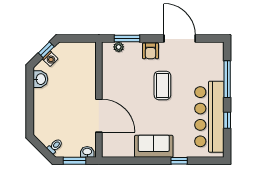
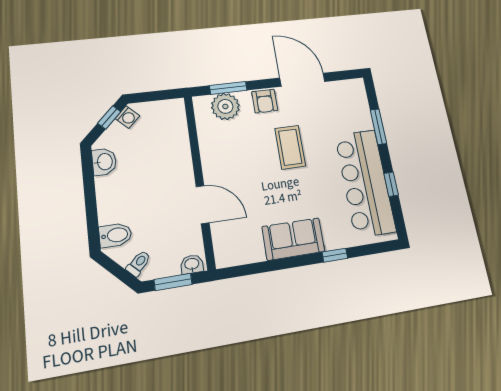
plant: (119, 47) -> (225, 106), width x1.87, depth x1.87
washing machine: (50, 59) -> (127, 117), moved
window: (227, 79) -> (378, 127), width x0.69
door: (99, 116) -> (203, 205), width x0.73
bidet: (43, 127) -> (115, 235), added

